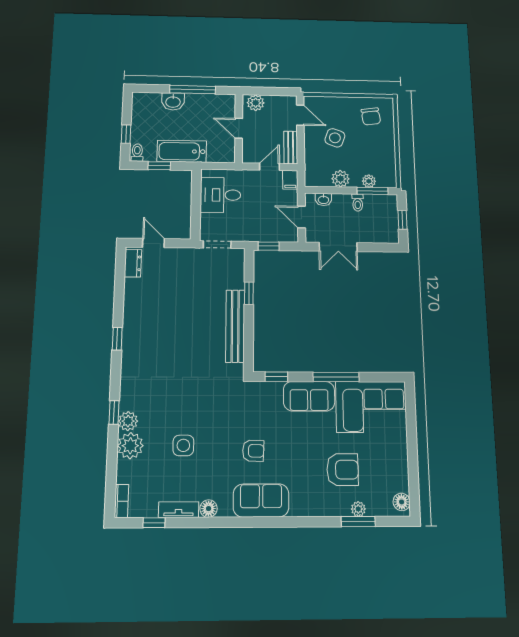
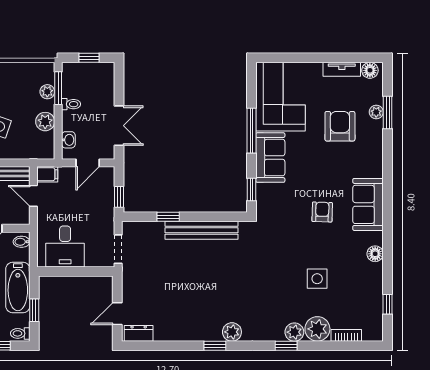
bidet: (226, 155) -> (21, 242), added
plant: (131, 356) -> (232, 332), added
bookcase: (121, 501) -> (346, 335), moved
tv unit: (179, 510) -> (342, 69), moved, turned -90

